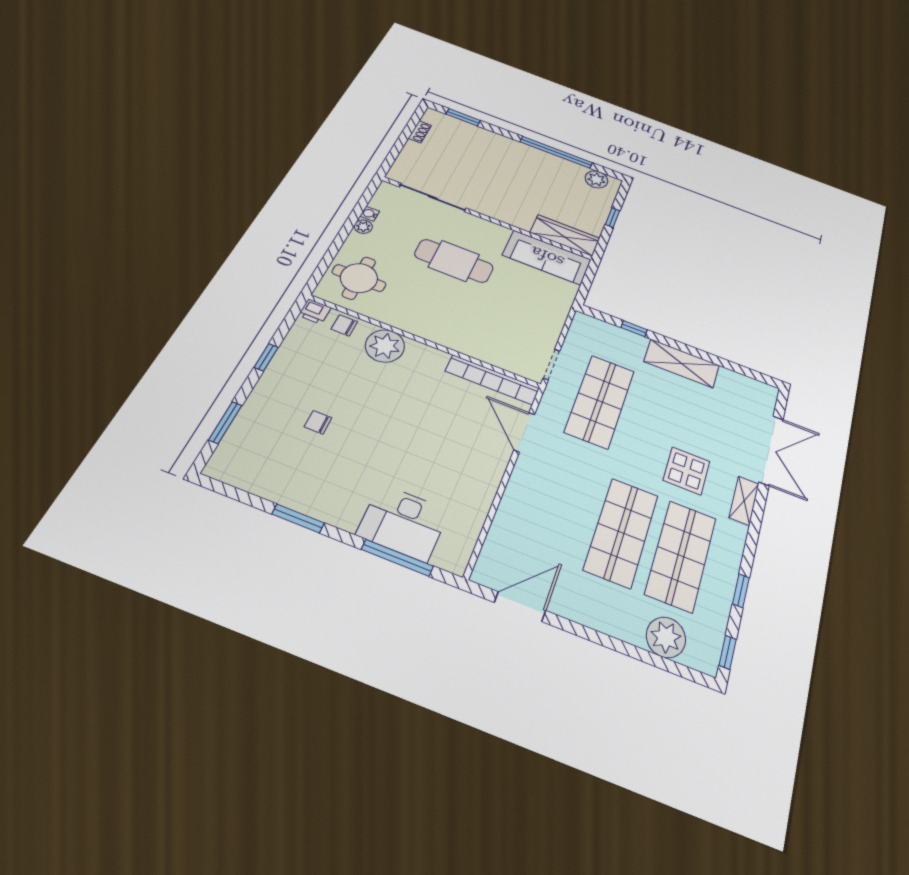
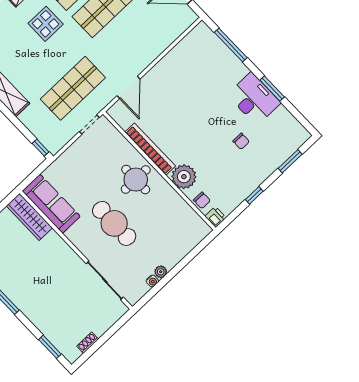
round table: (359, 278) -> (136, 180), moved
window: (634, 329) -> (41, 148), moved
bookcase: (492, 380) -> (150, 149), moved
desk: (403, 523) -> (254, 99), moved

